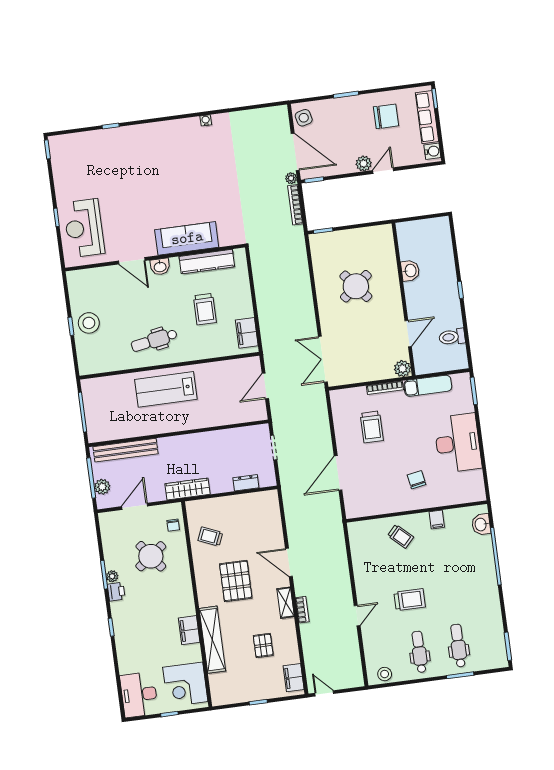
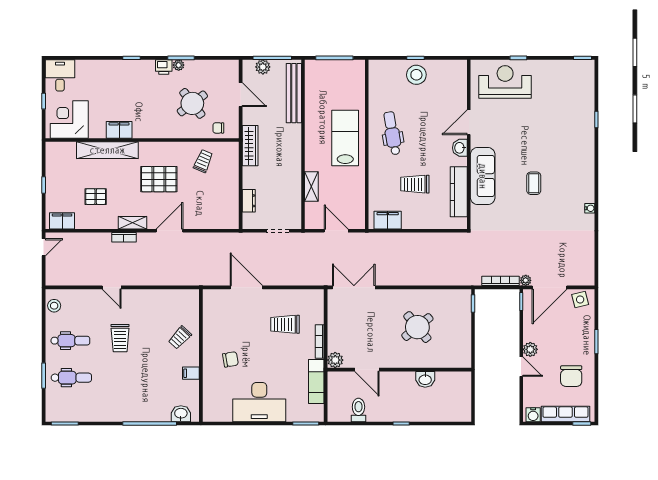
coffee table: (187, 183) -> (534, 183), added
shelving: (222, 418) -> (311, 186), added
desk: (139, 695) -> (60, 75), width x0.73

